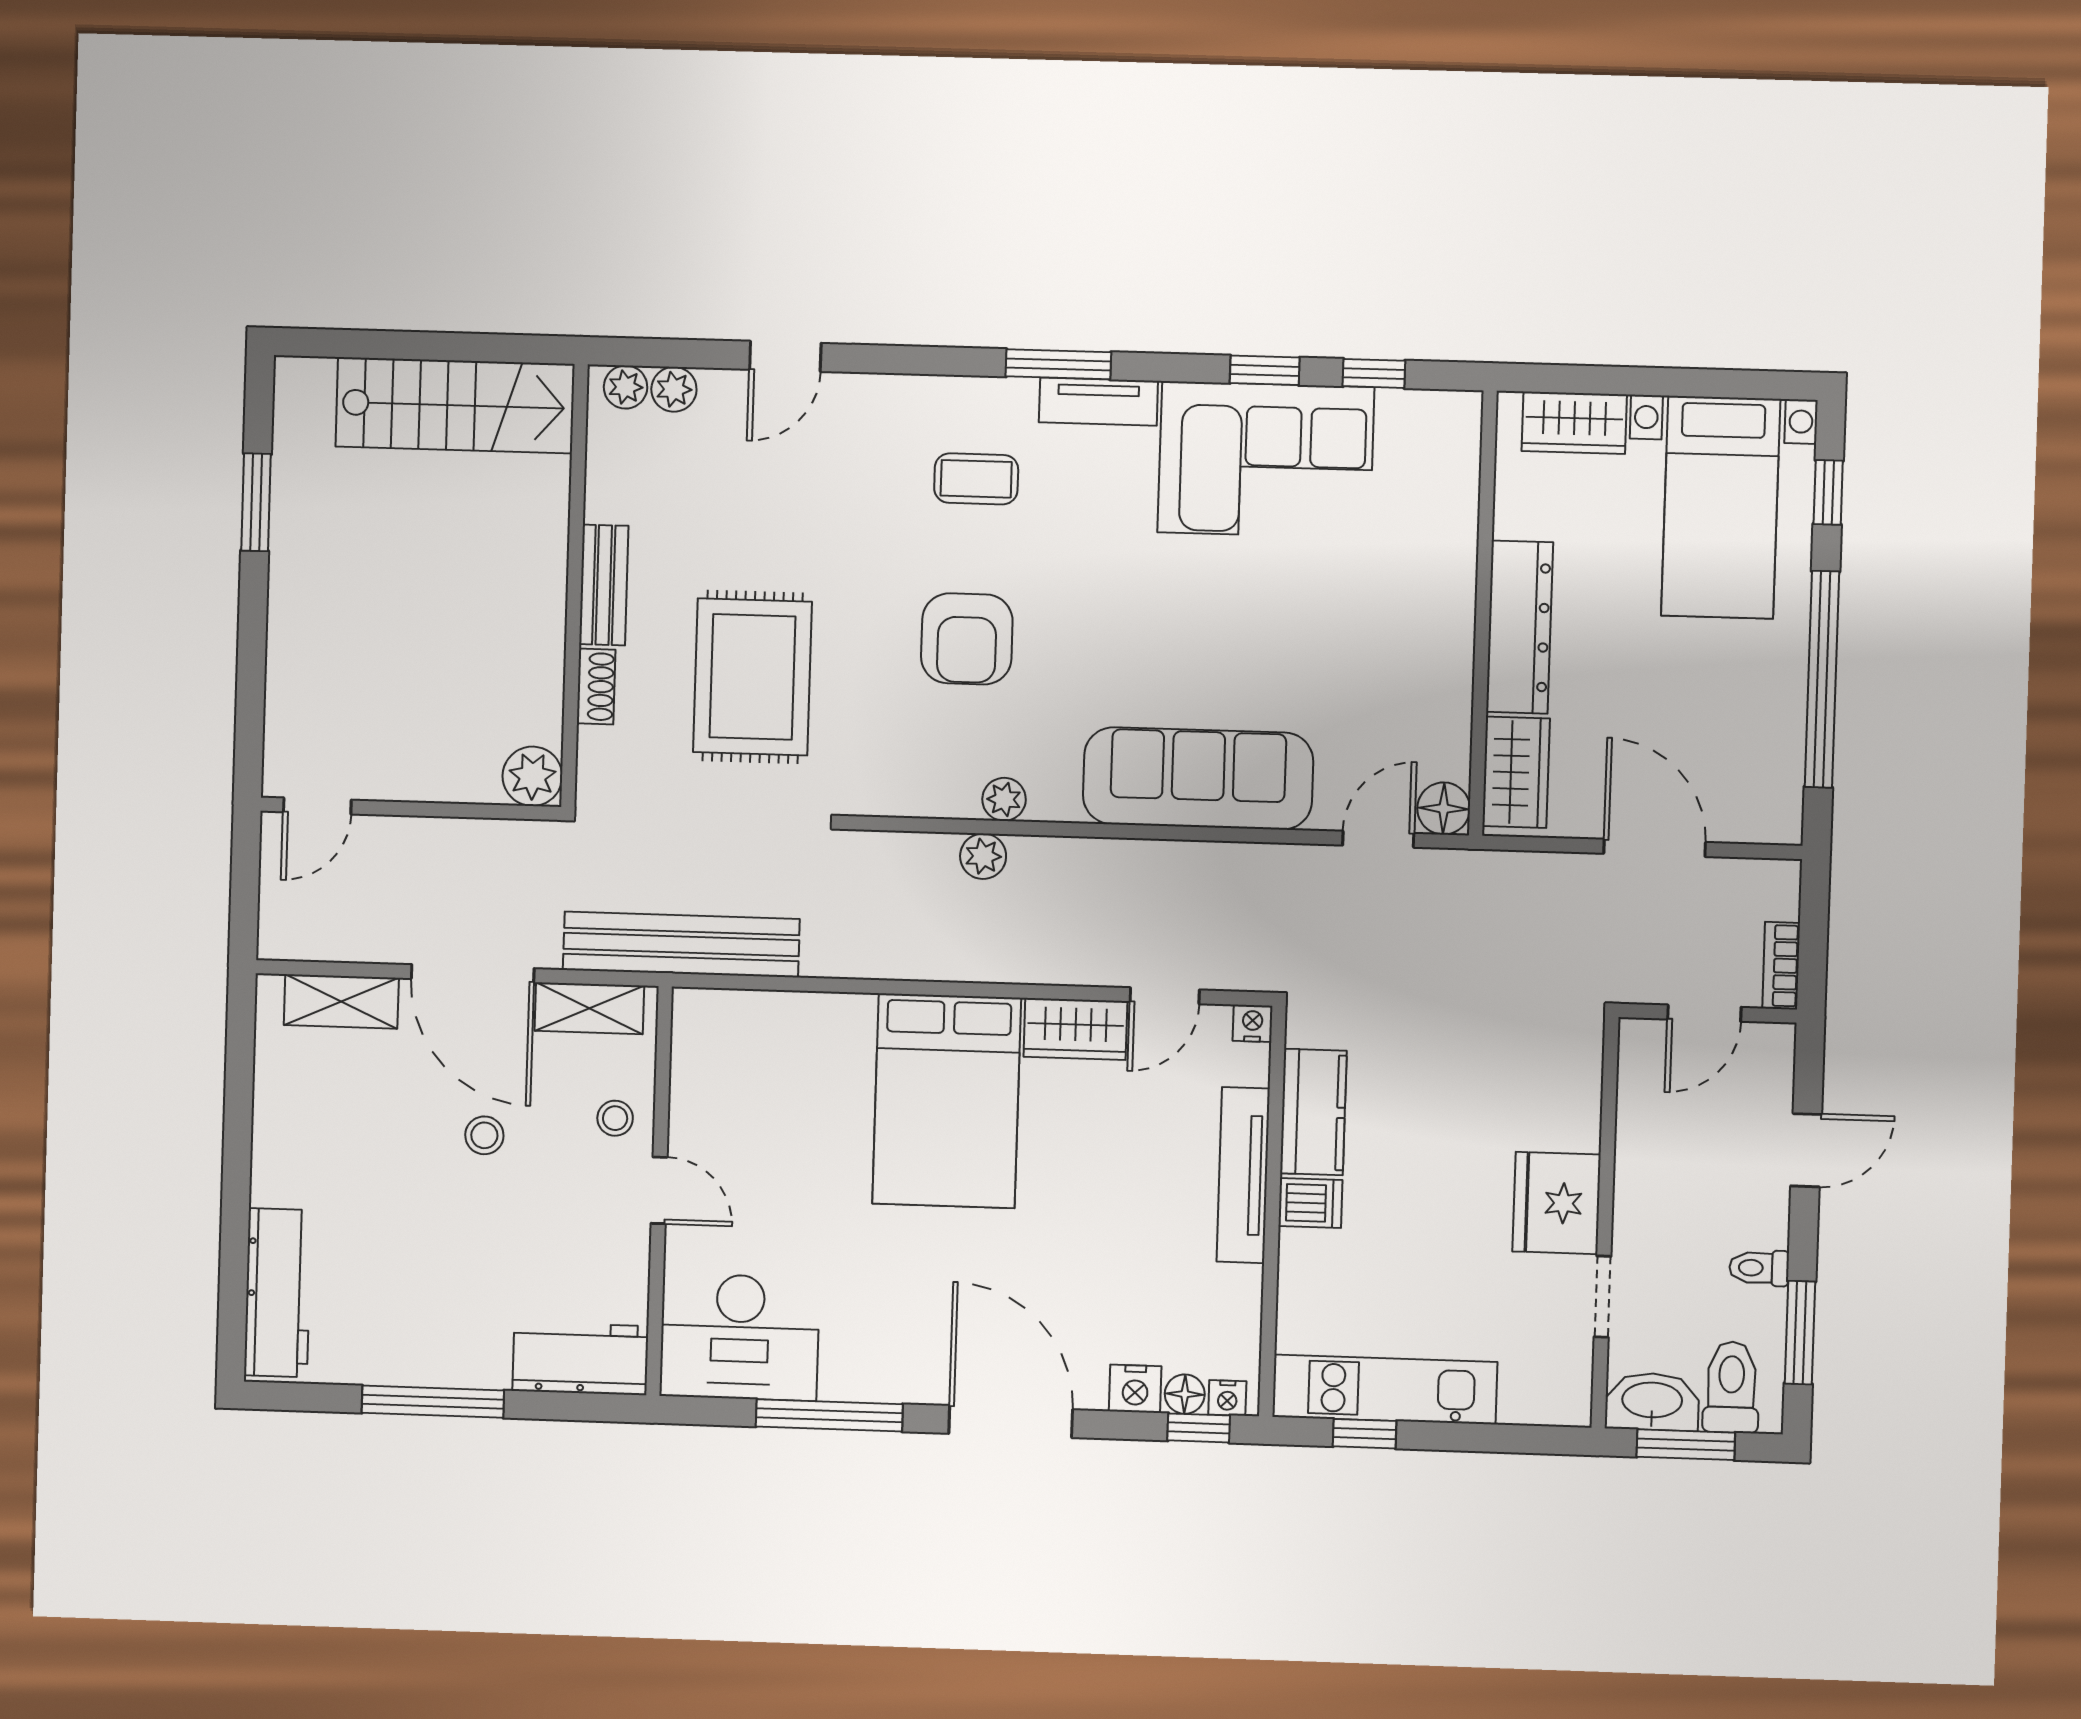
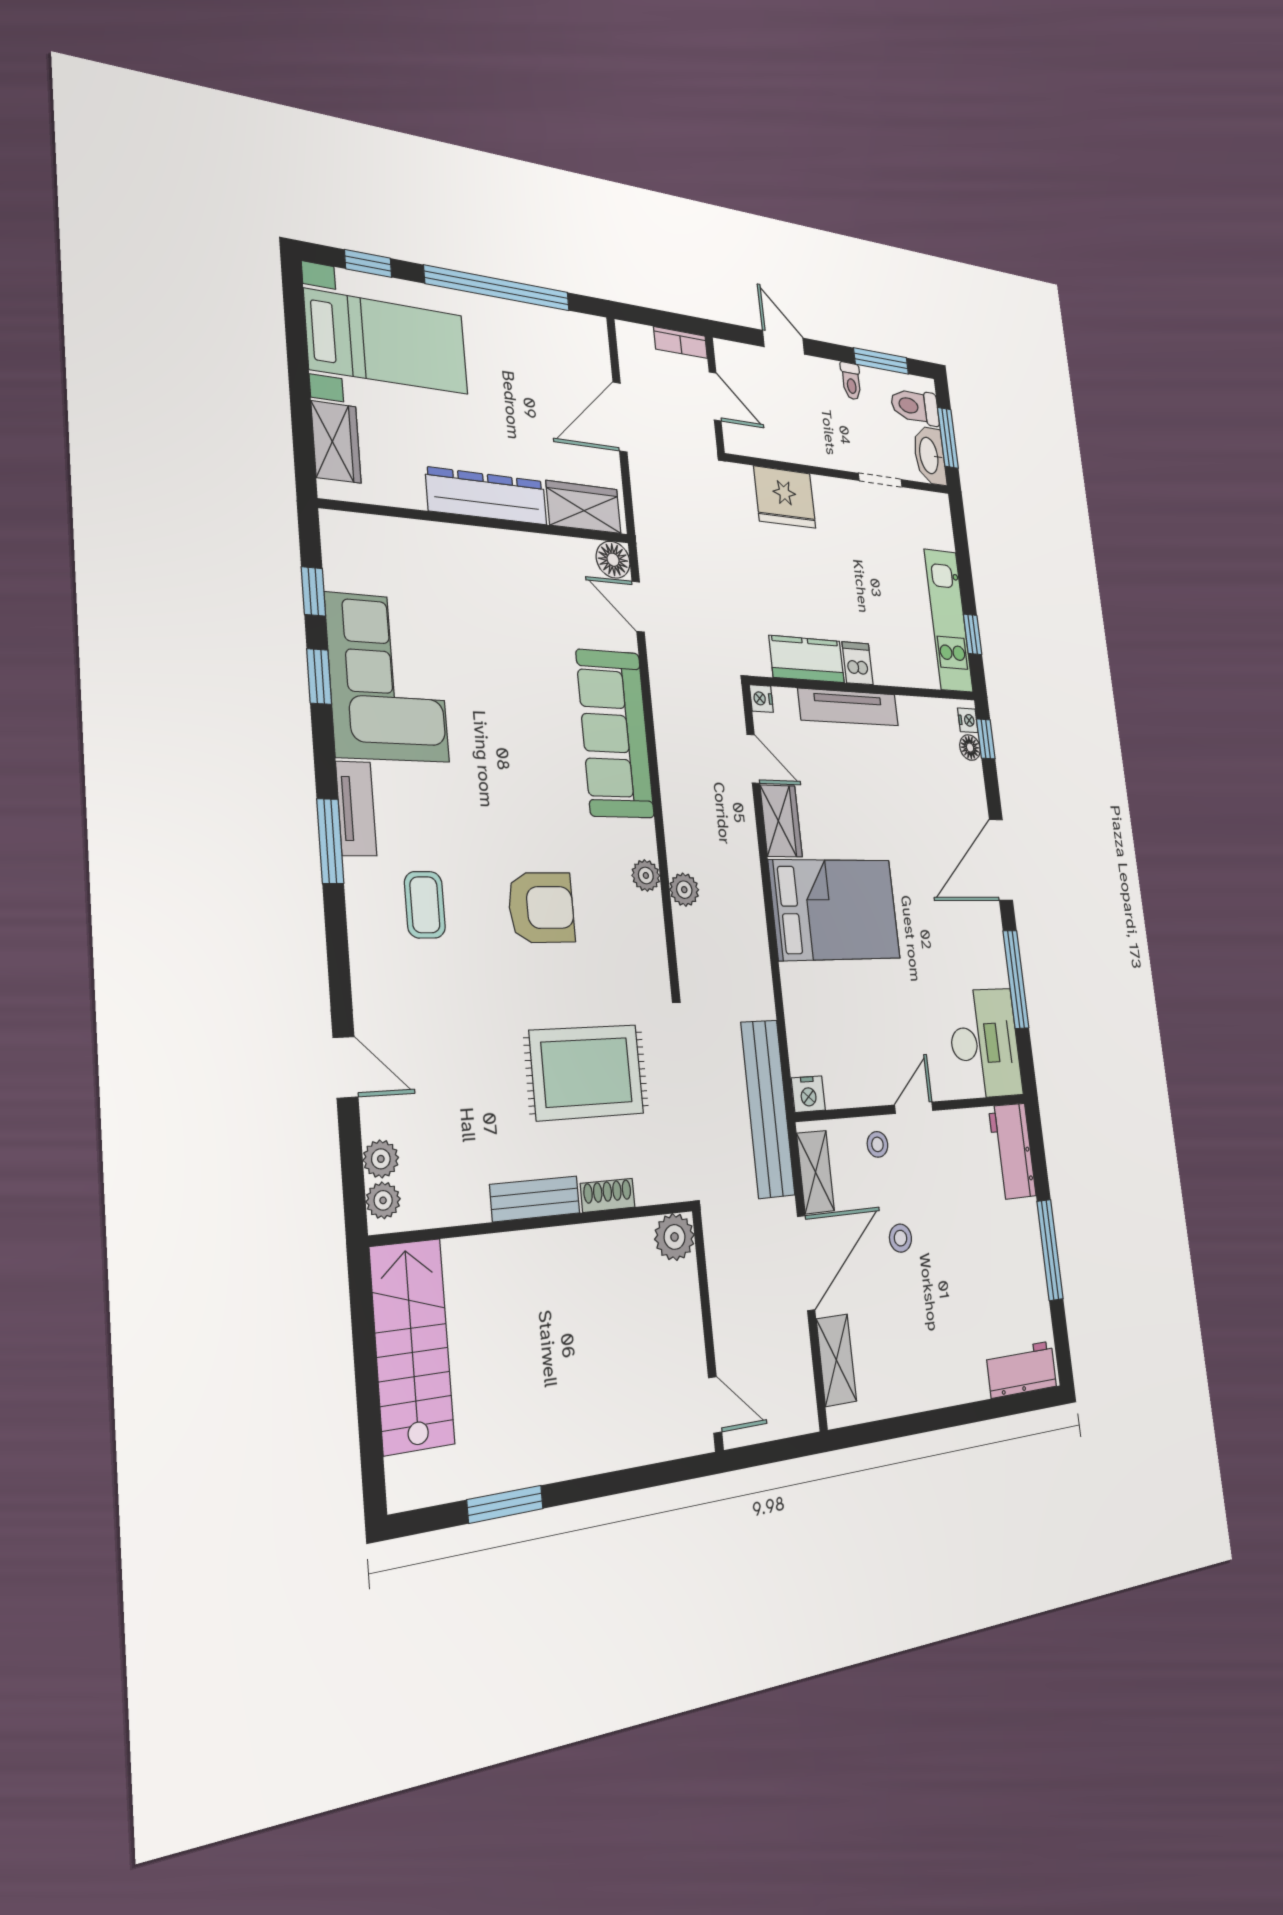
fridge: (1557, 1203) -> (785, 497), moved
workbench: (278, 1293) -> (1021, 1369), width x0.73
nightstand: (1135, 1389) -> (808, 1094), moved, turned 90

